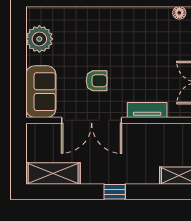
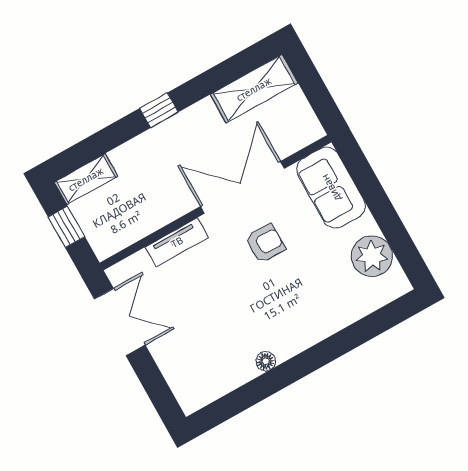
floor lamp: (179, 13) -> (266, 361), moved
armchair: (97, 81) -> (265, 243), turned 180

